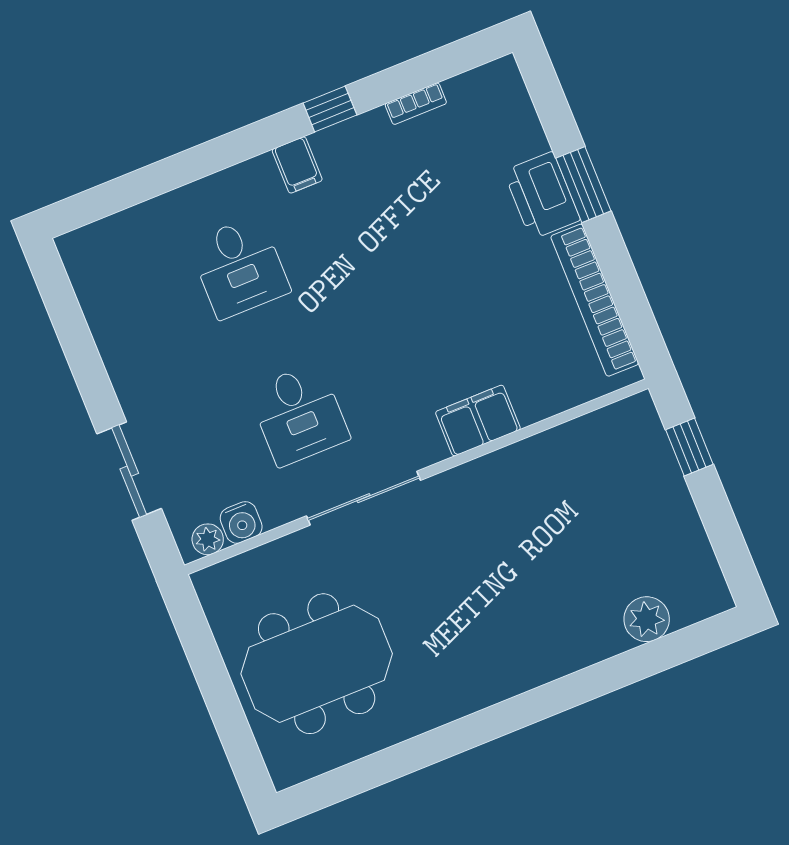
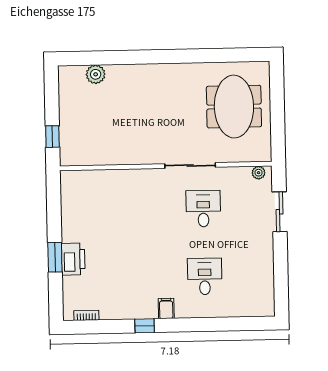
bookcase: (416, 104) -> (86, 315), moved
bookcase: (595, 300) -> (68, 209), removed
filing cabinet: (478, 421) -> (133, 179), removed
water cooler: (241, 522) -> (243, 174), removed
meeting table: (317, 664) -> (234, 107), turned 90

